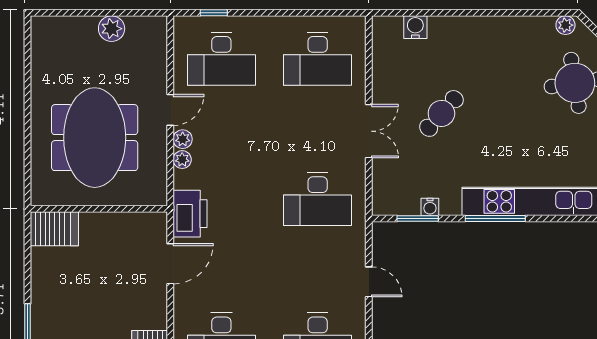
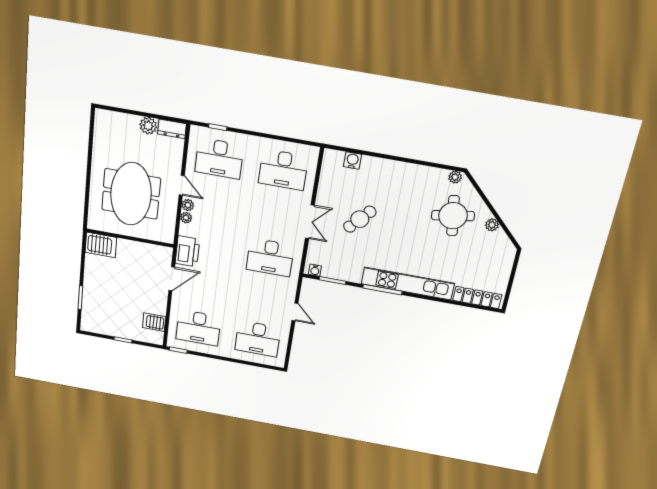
dresser: (147, 27) -> (172, 129), added
door: (170, 110) -> (182, 185), hinge flipped
water cooler: (430, 207) -> (315, 270), moved

